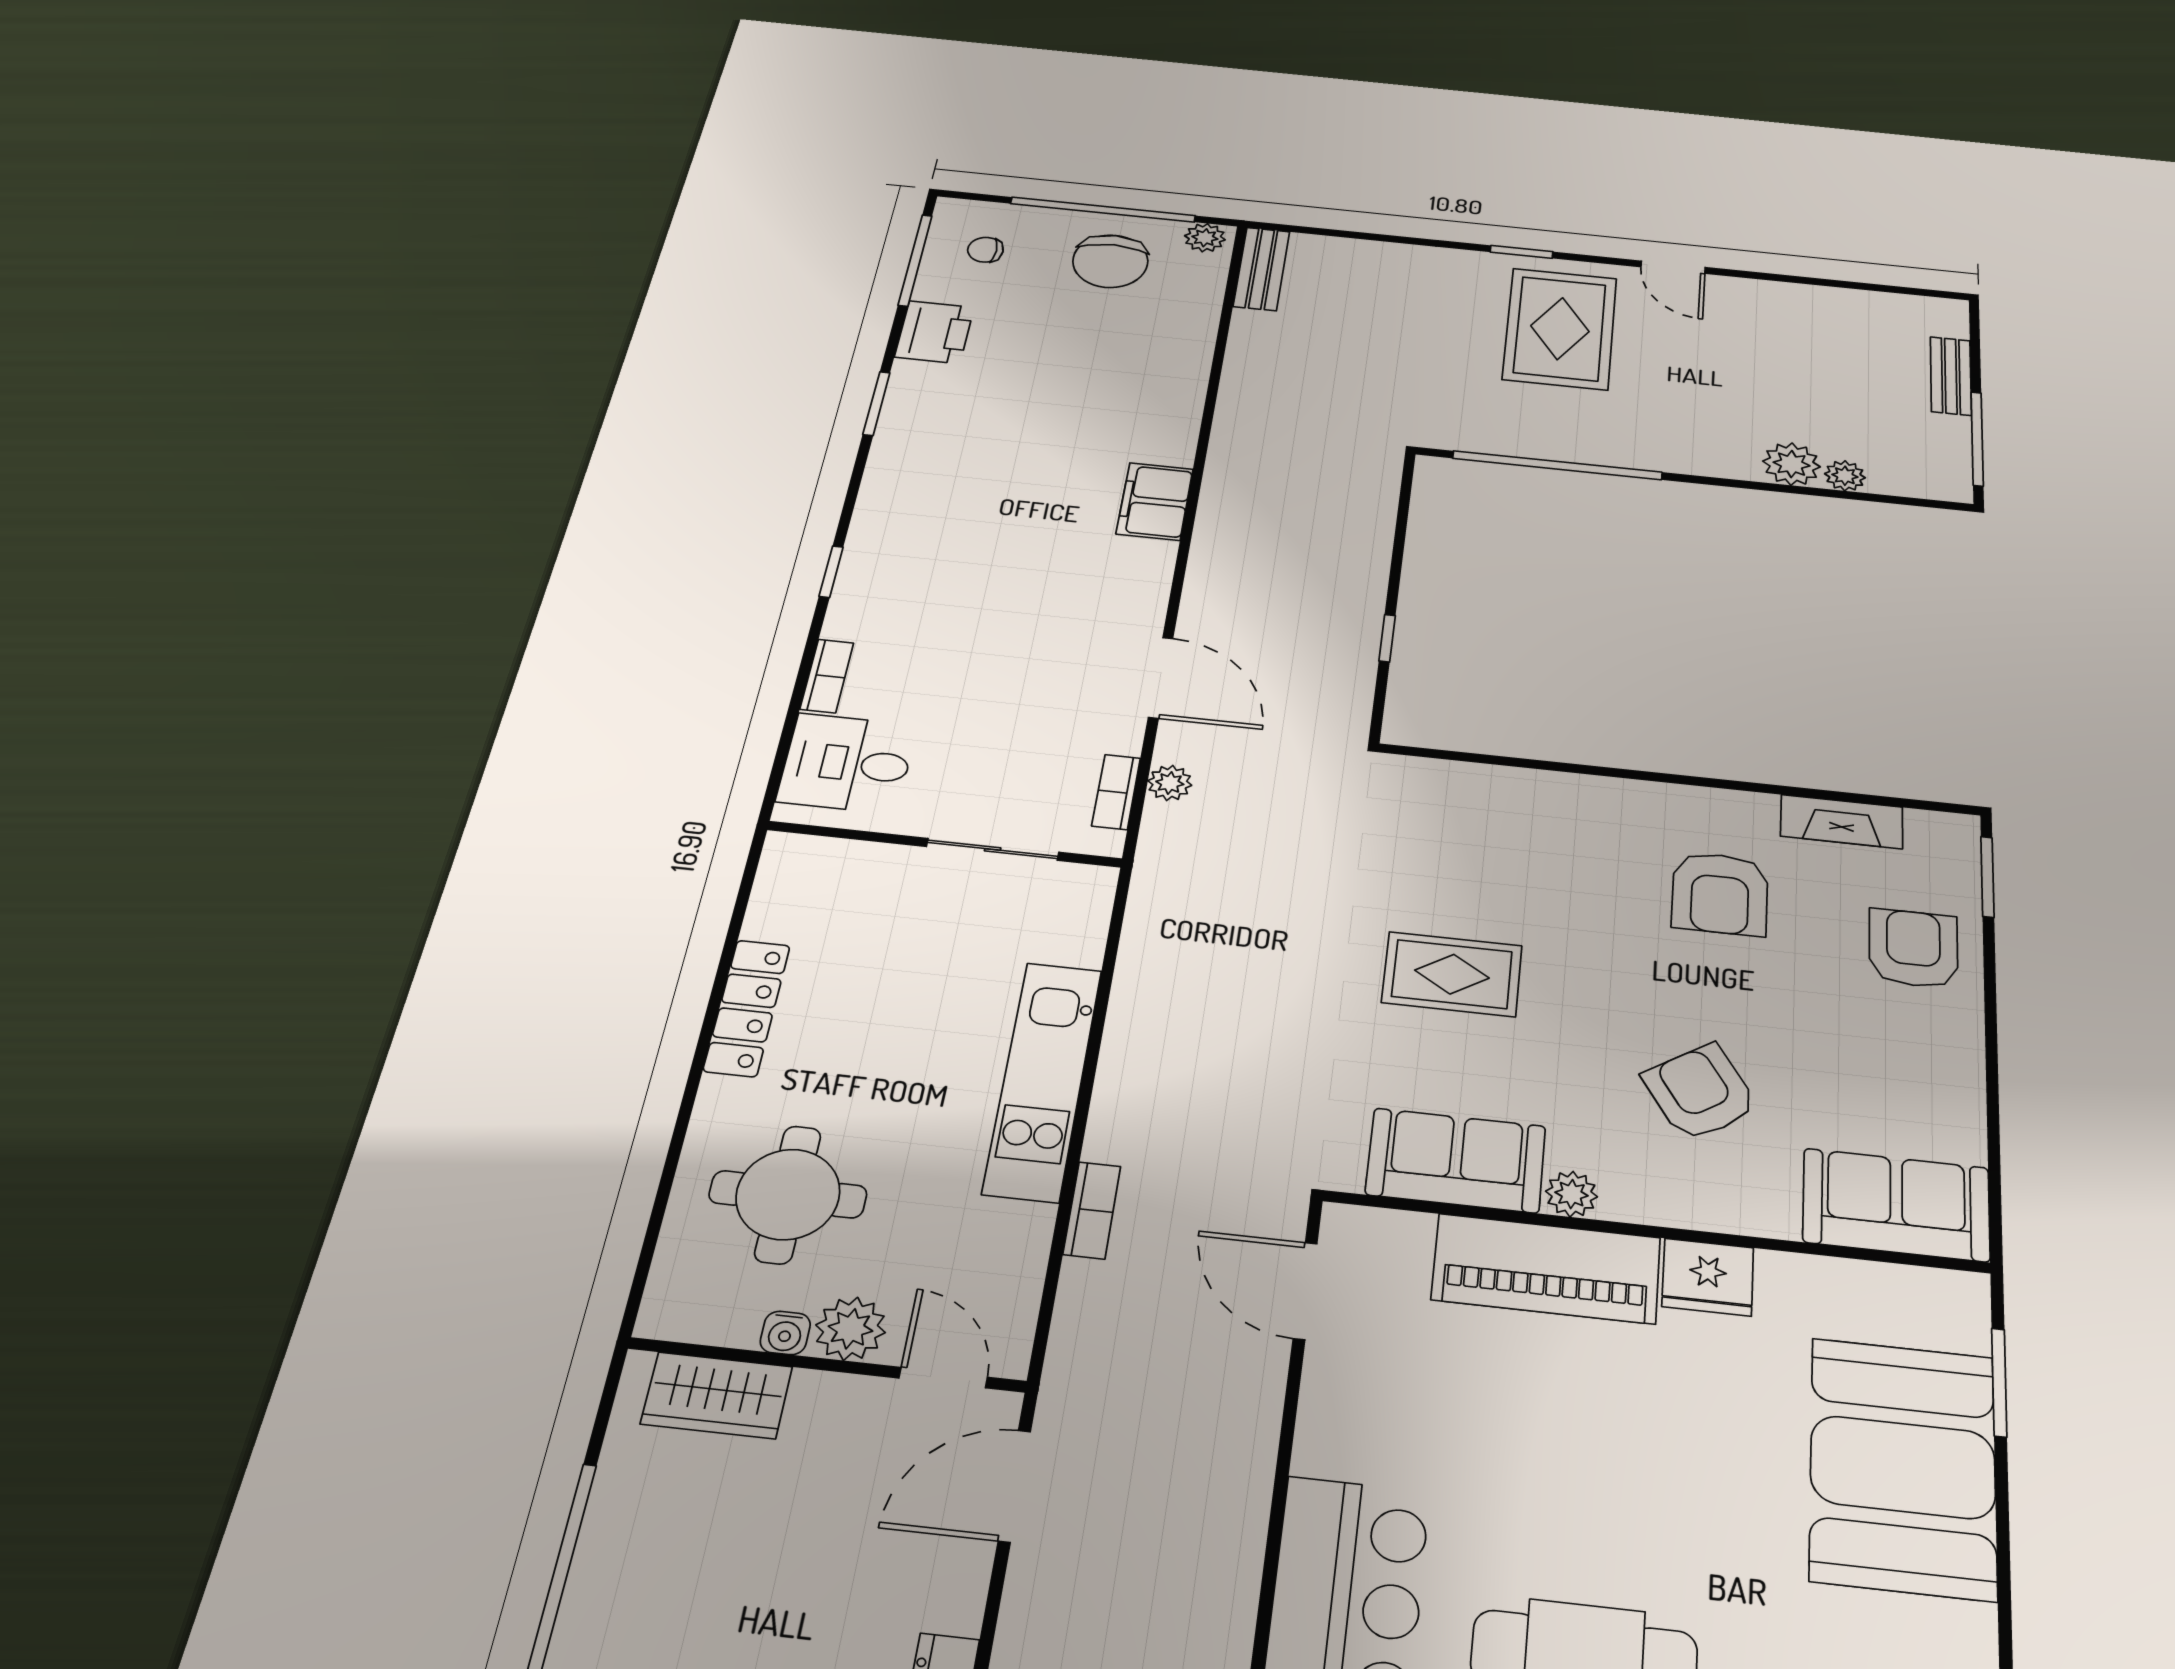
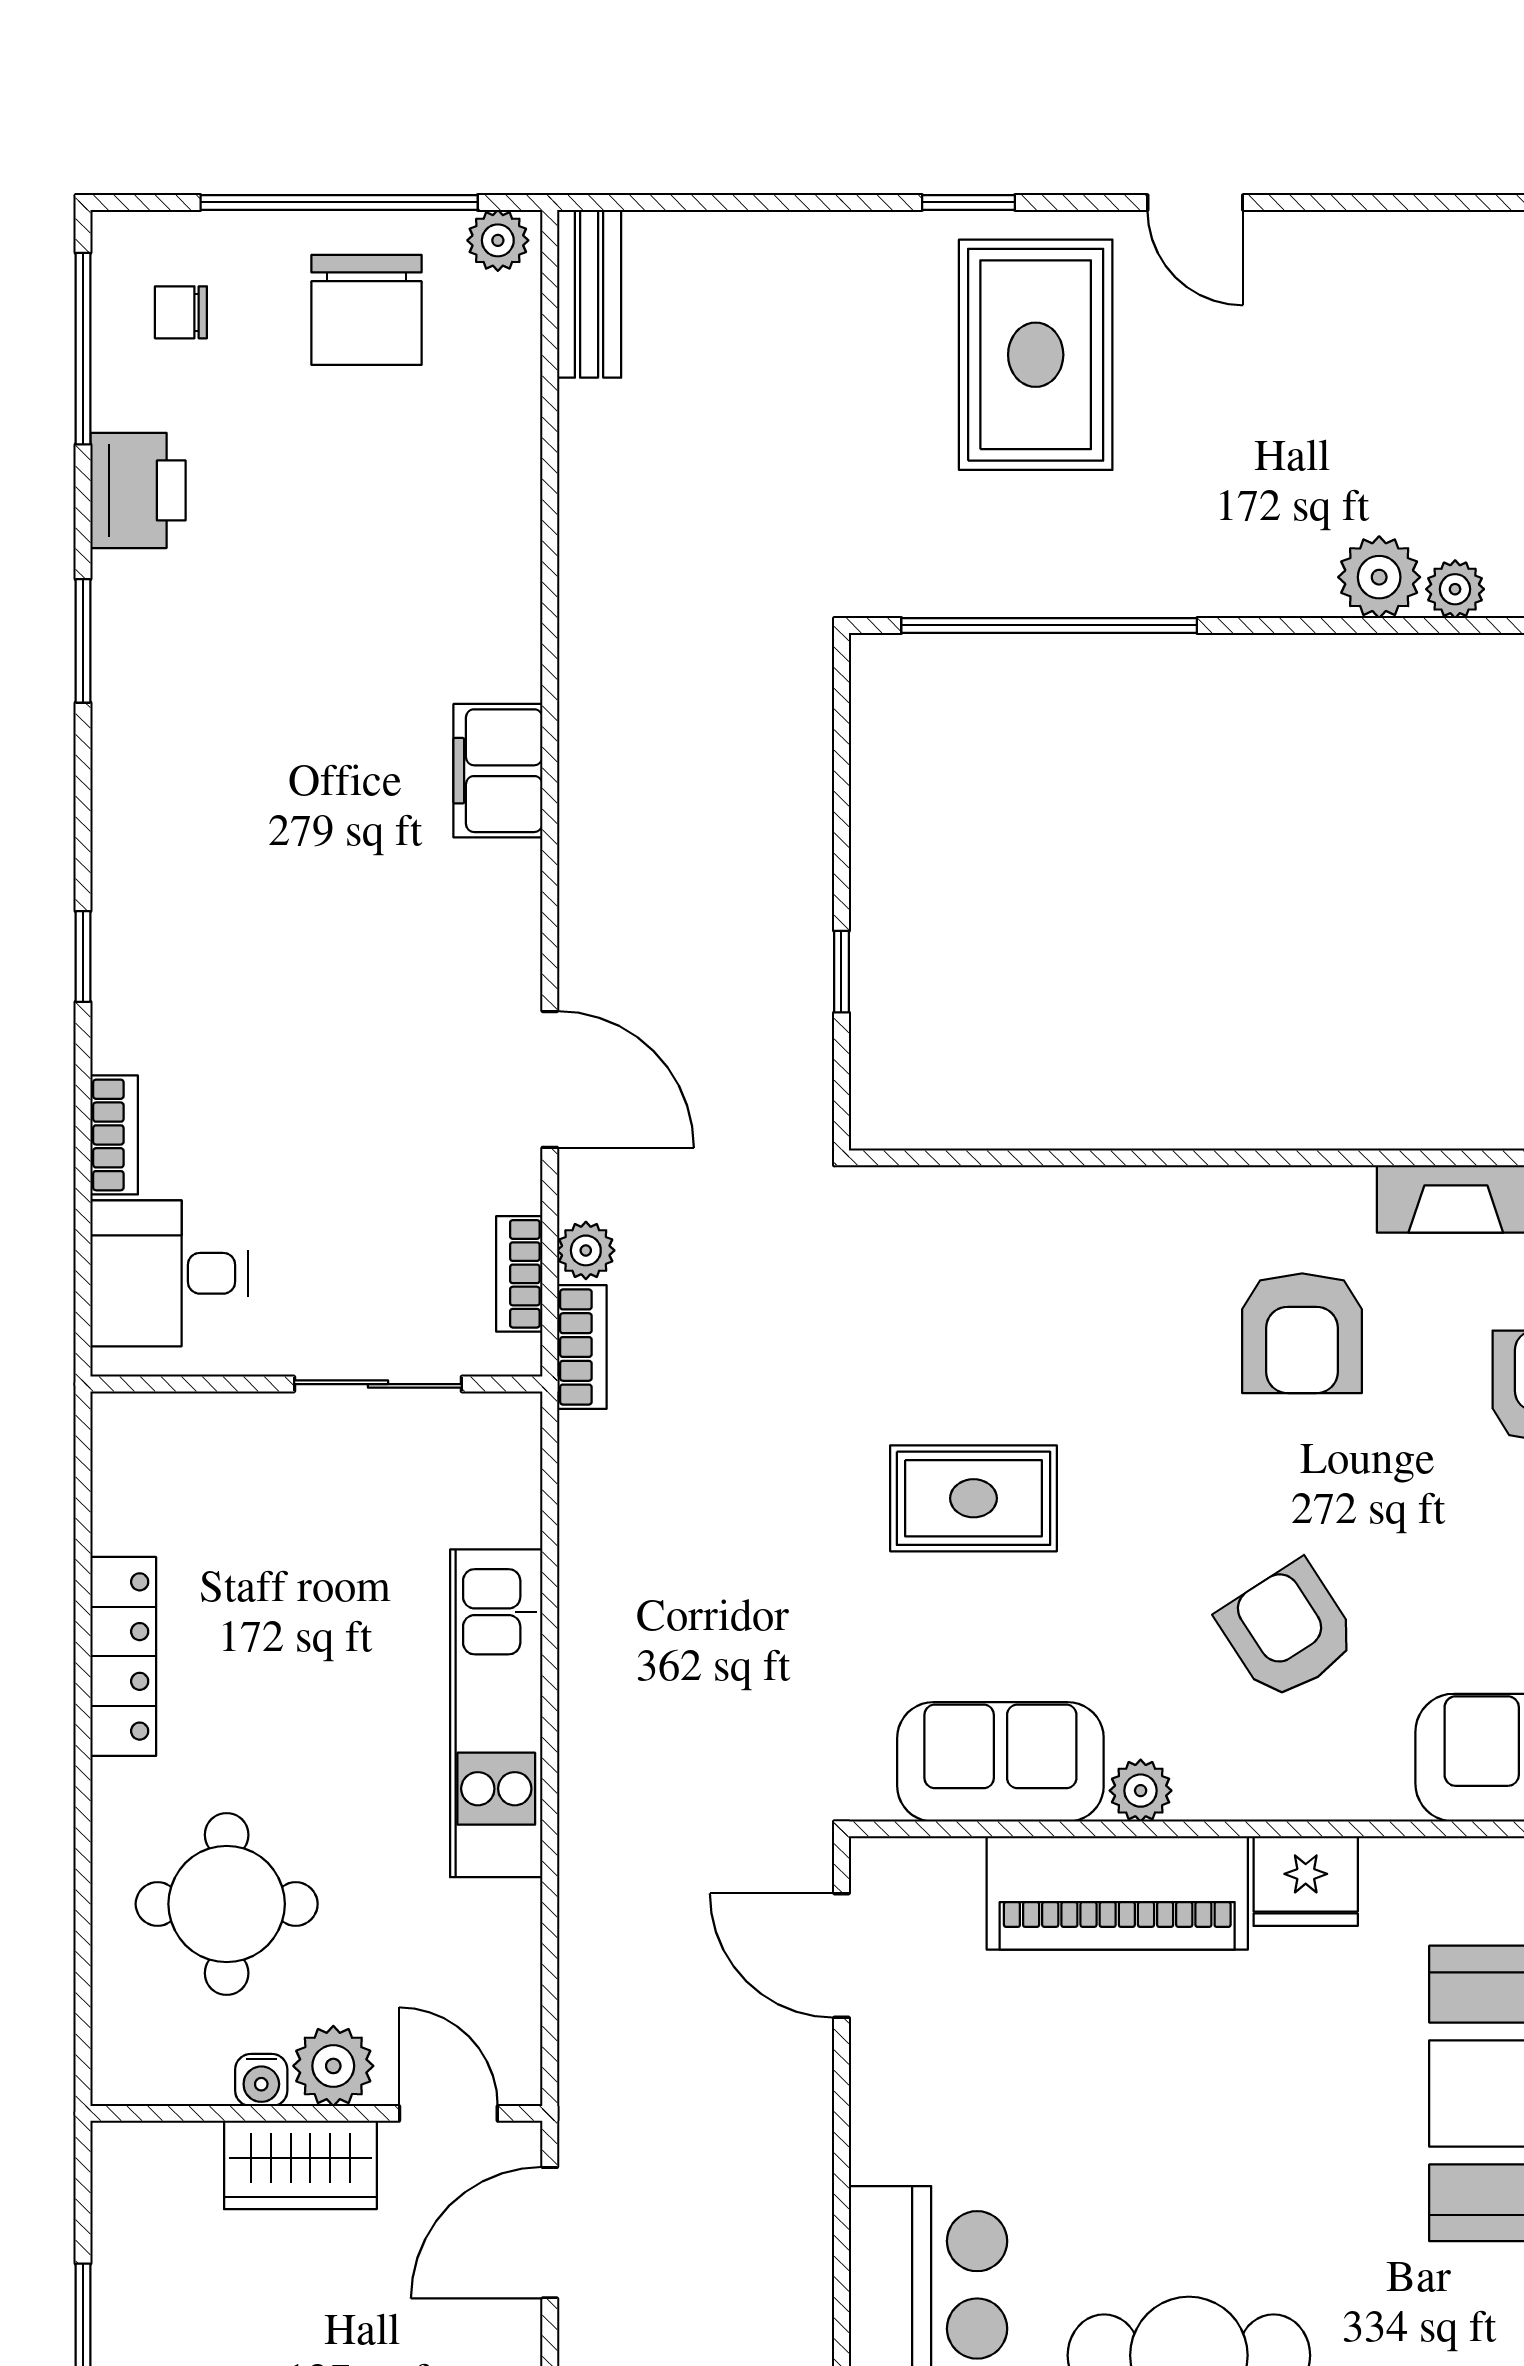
bookcase: (1092, 1210) -> (582, 1347), moved
wardrobe: (717, 1395) -> (300, 2165), moved

